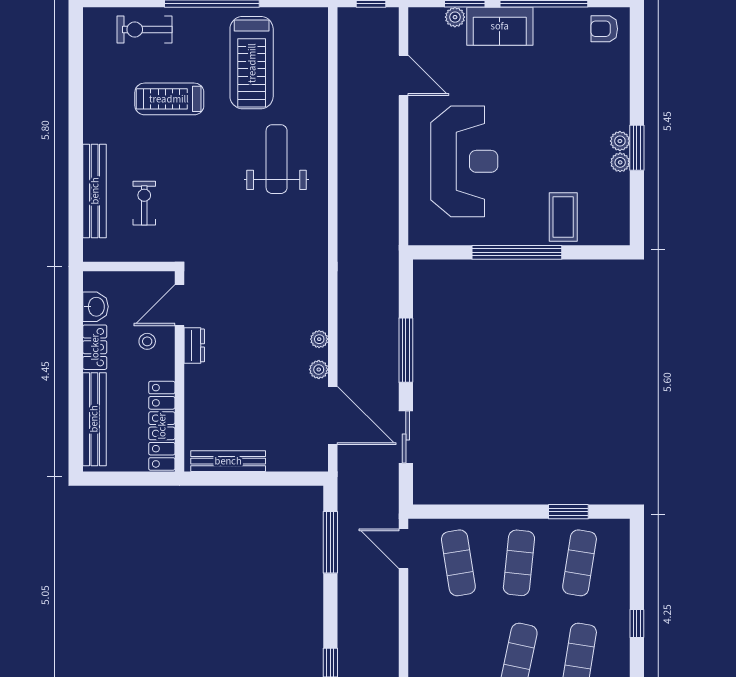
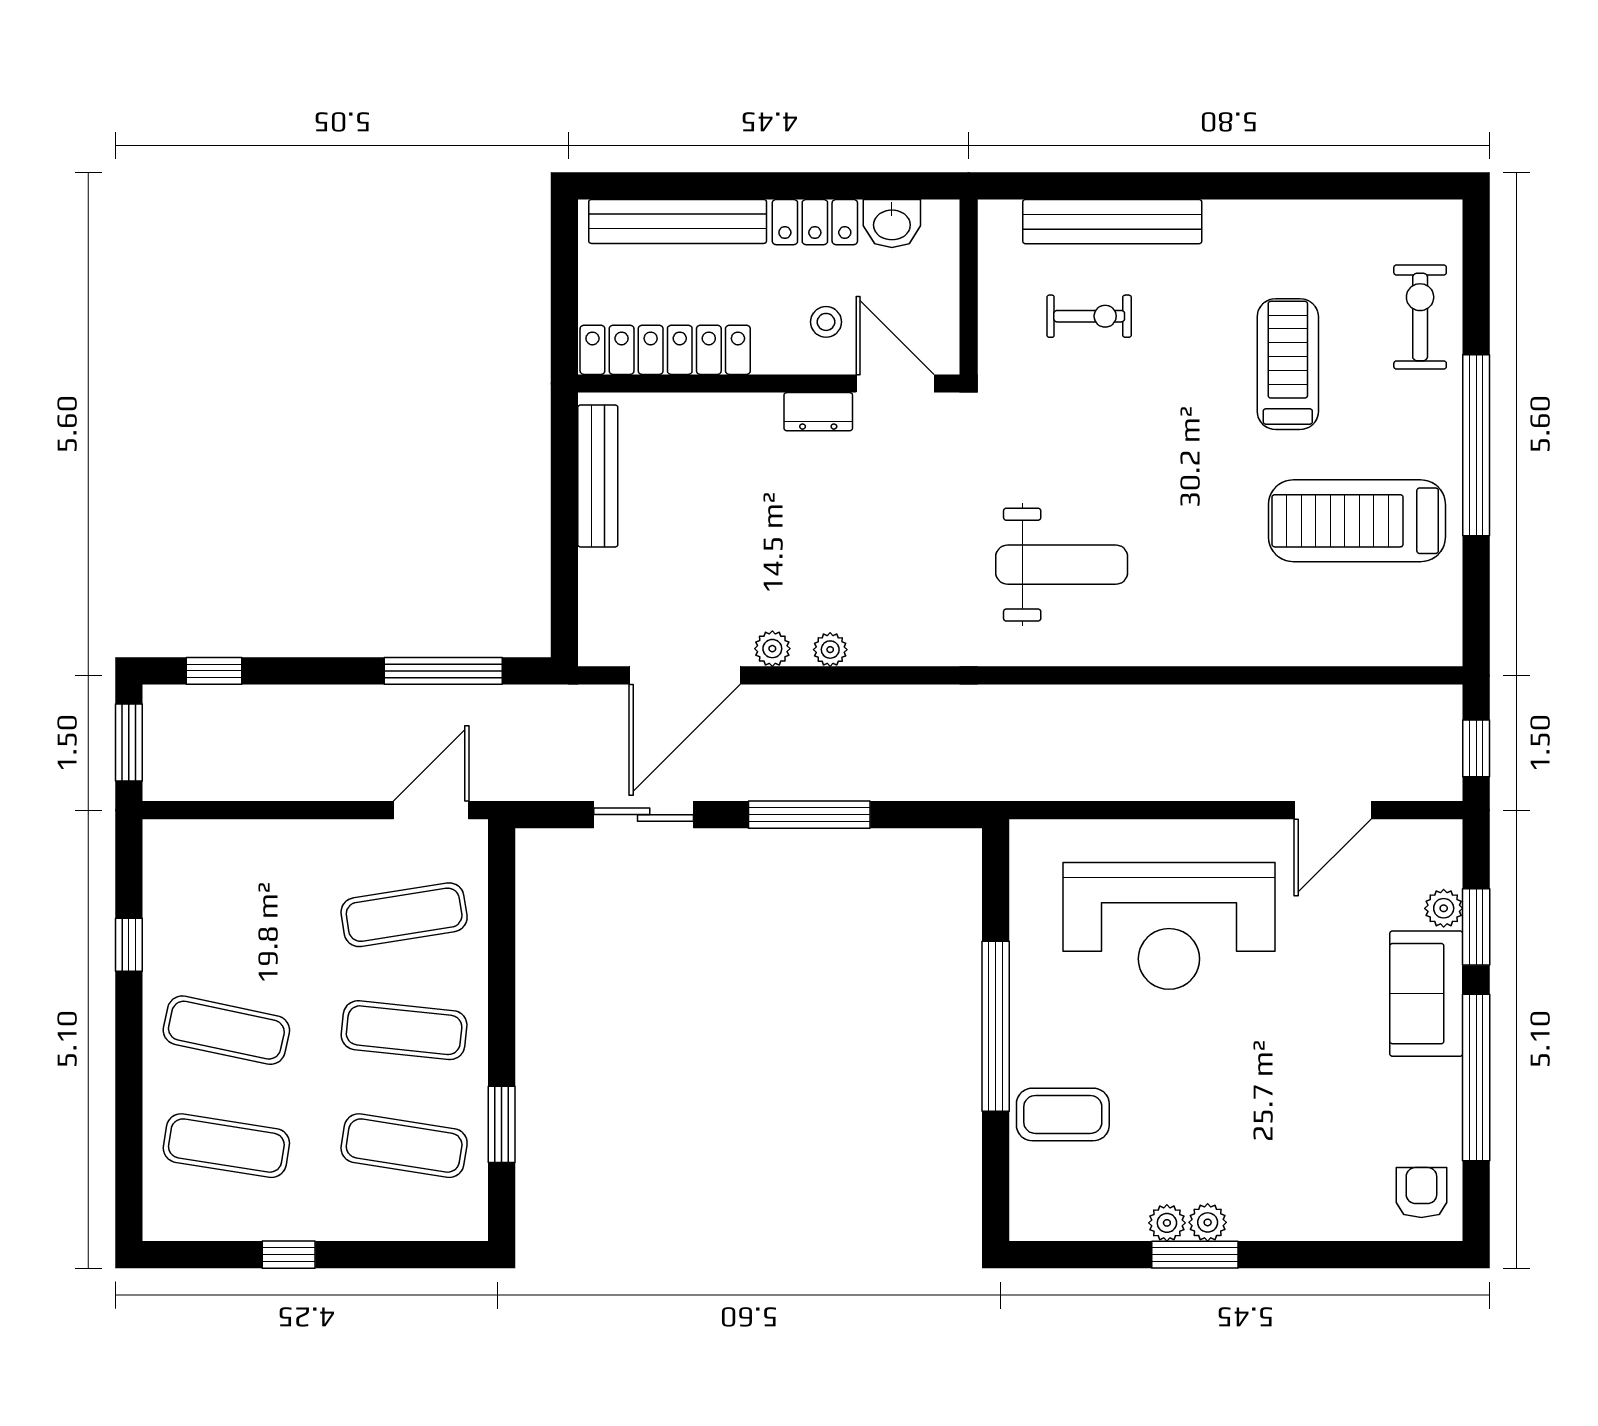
weight bench: (277, 159) -> (1062, 565), moved

